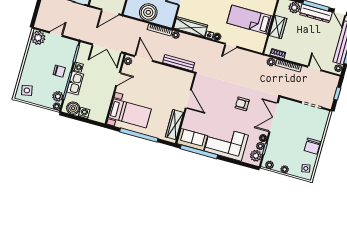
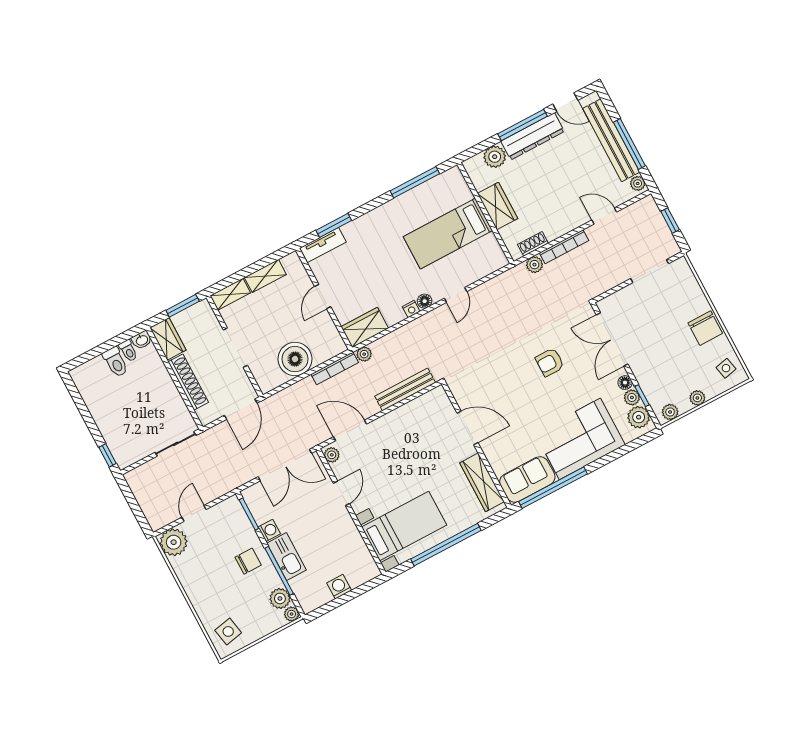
wardrobe: (191, 27) -> (365, 327), width x0.67
boiler: (73, 108) -> (317, 595), removed

